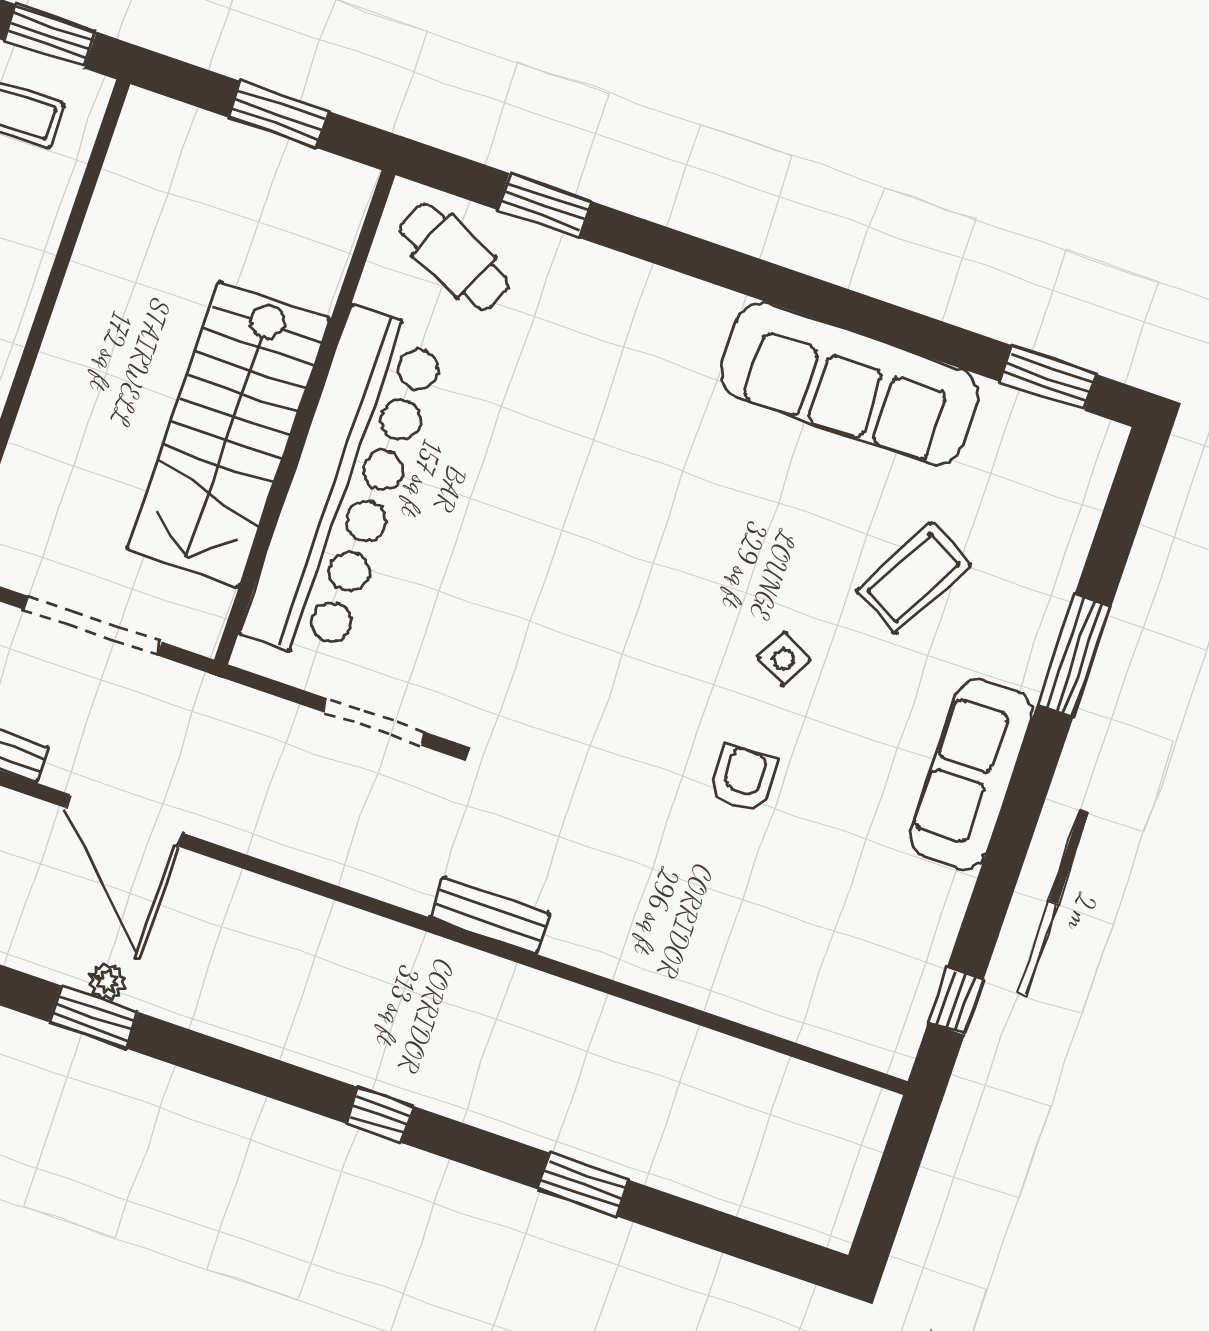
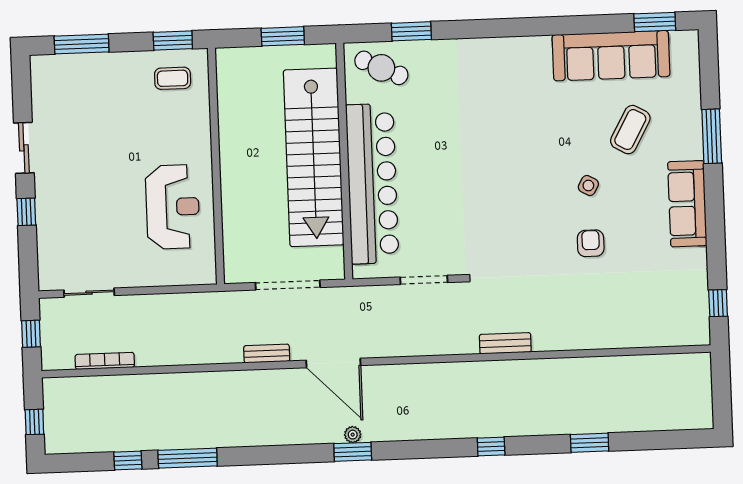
sofa: (850, 384) -> (611, 56), moved
stairs: (229, 434) -> (314, 157), width x1.36

